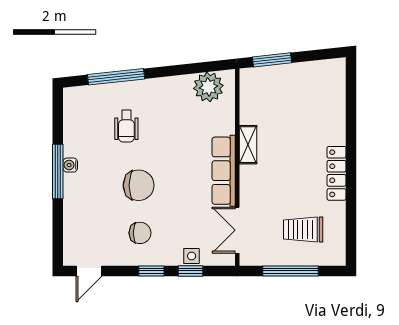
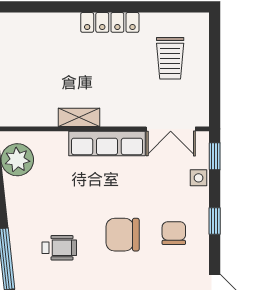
chair: (139, 185) -> (123, 235), turned -90
window: (190, 271) -> (215, 156), moved
window: (290, 271) -> (215, 72), removed

